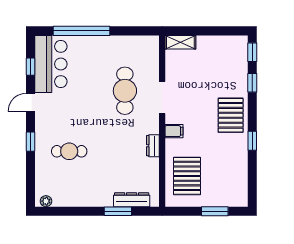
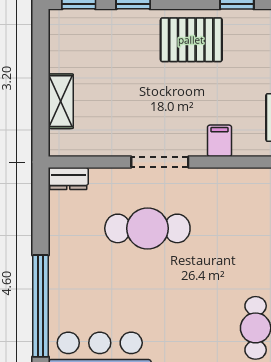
shelving: (180, 42) -> (61, 101), moved
dresser: (153, 146) -> (68, 178), moved

